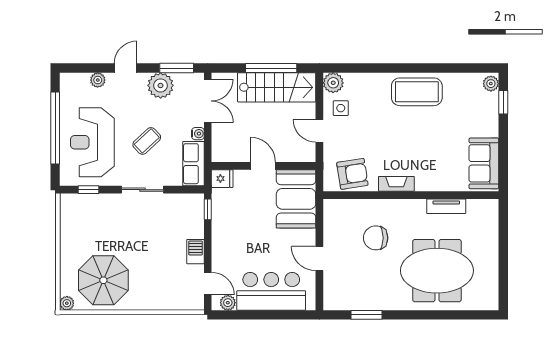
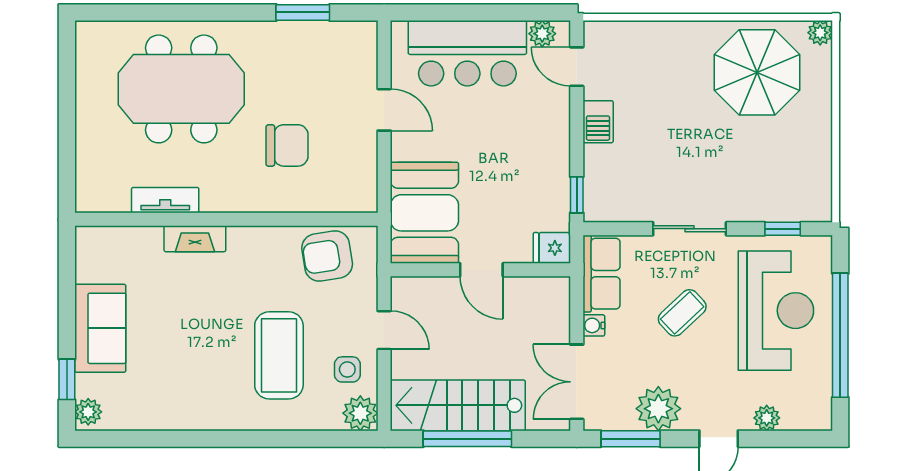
coffee table: (417, 92) -> (279, 355), moved, turned 90
sofa: (484, 163) -> (100, 328), moved
fireplace: (396, 184) -> (195, 239), moved

